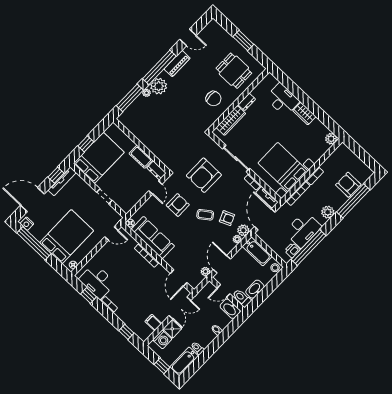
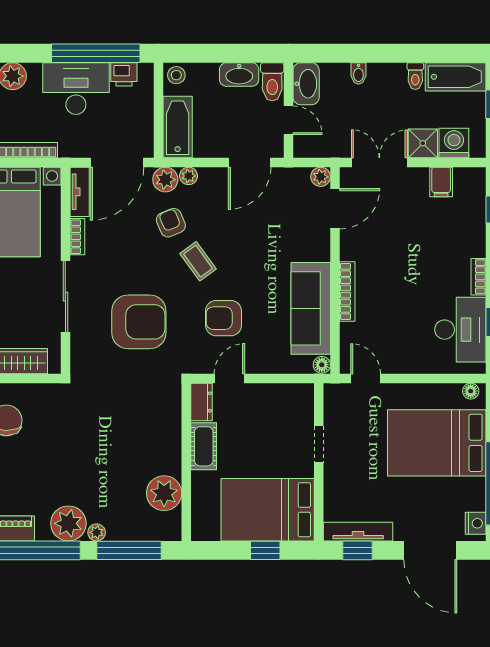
plant: (138, 128) -> (164, 493), added
plant: (205, 272) -> (321, 177), moved

